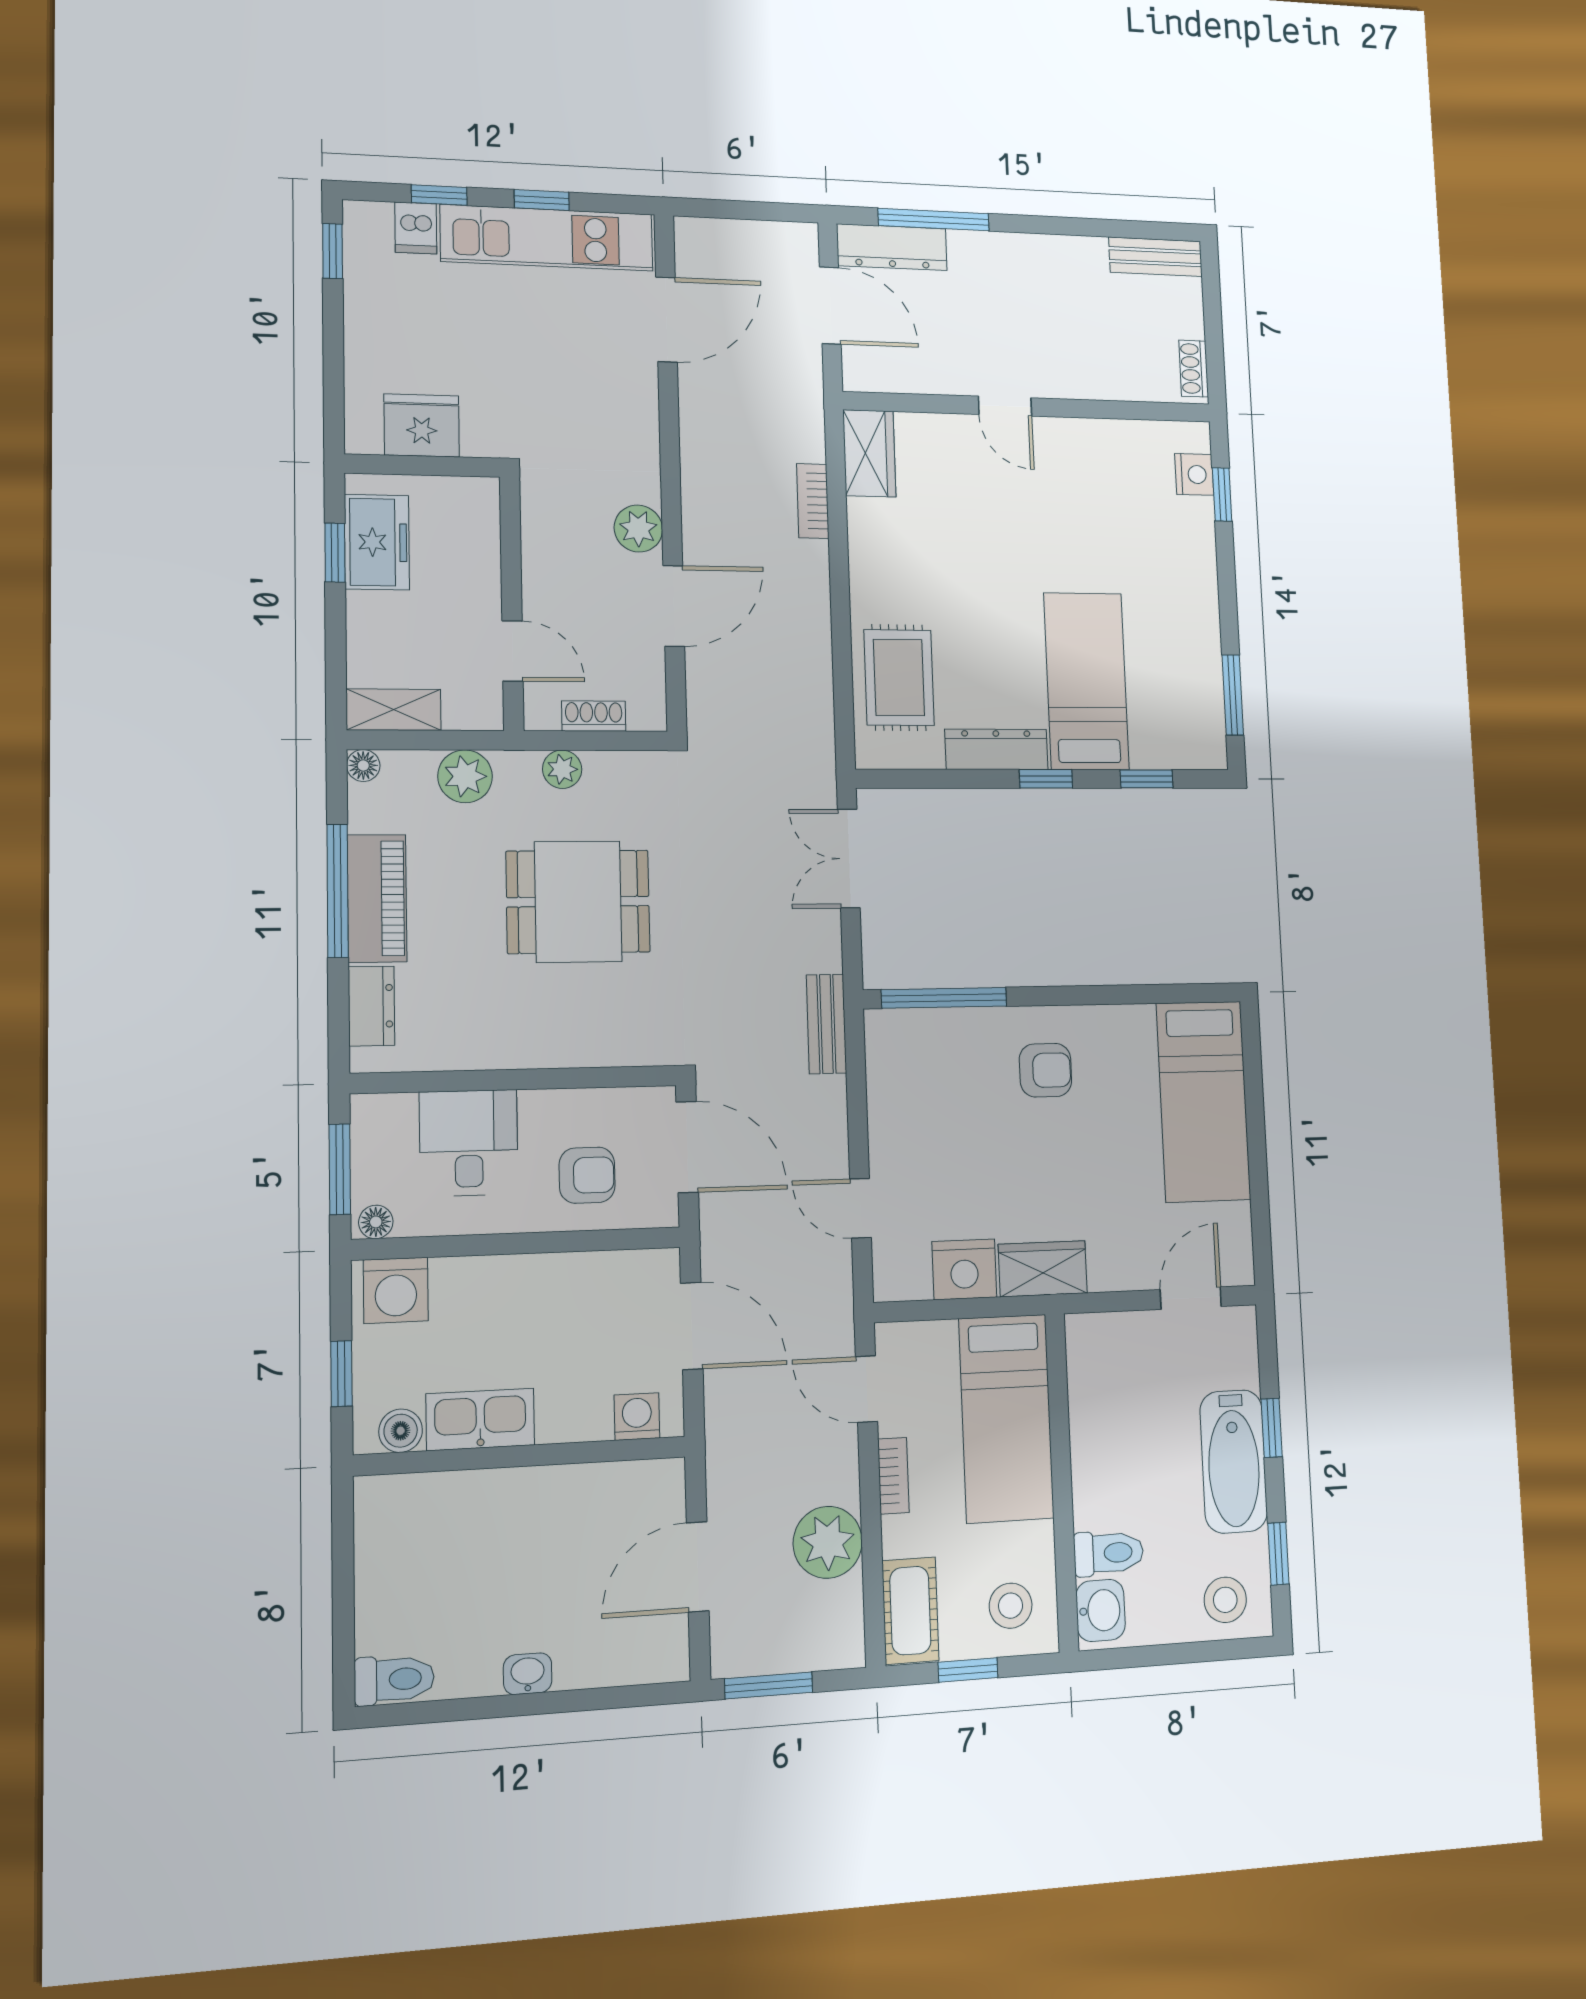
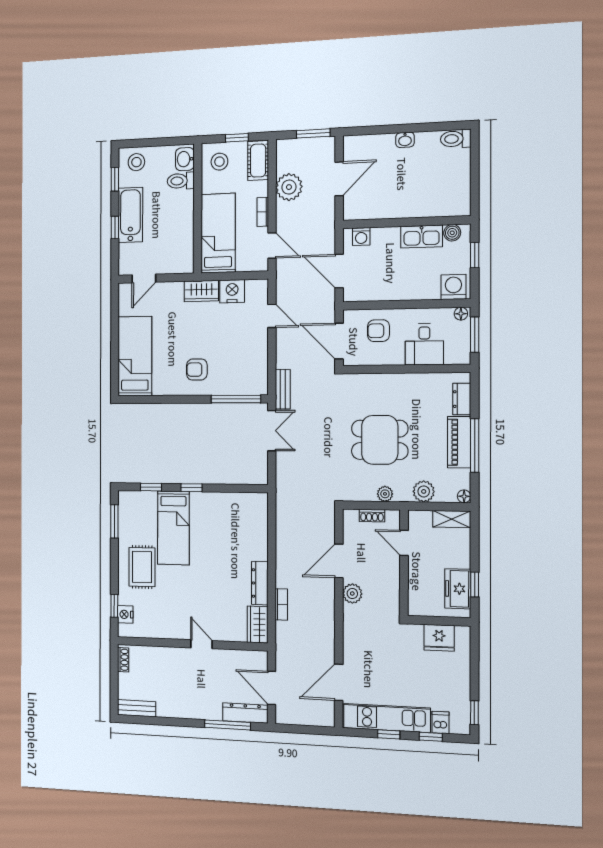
rug: (899, 678) -> (142, 567), moved
dresser: (996, 749) -> (260, 583), moved, turned 90
double door: (849, 859) -> (272, 431), moved

